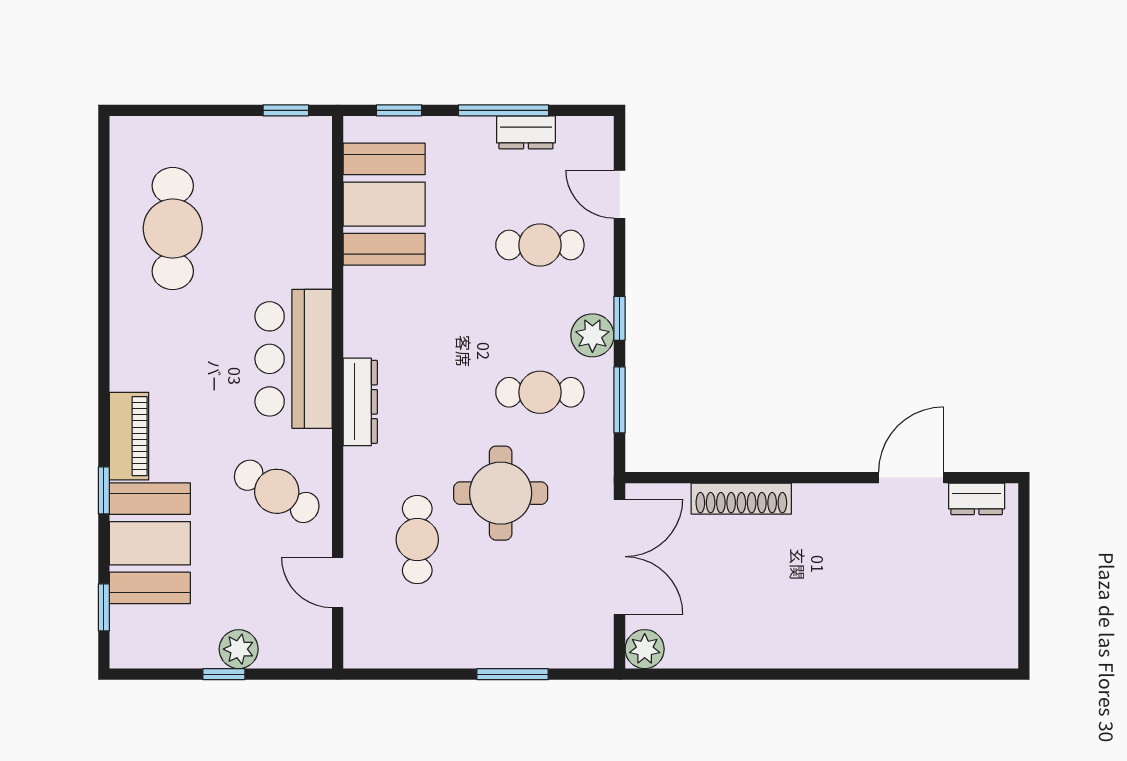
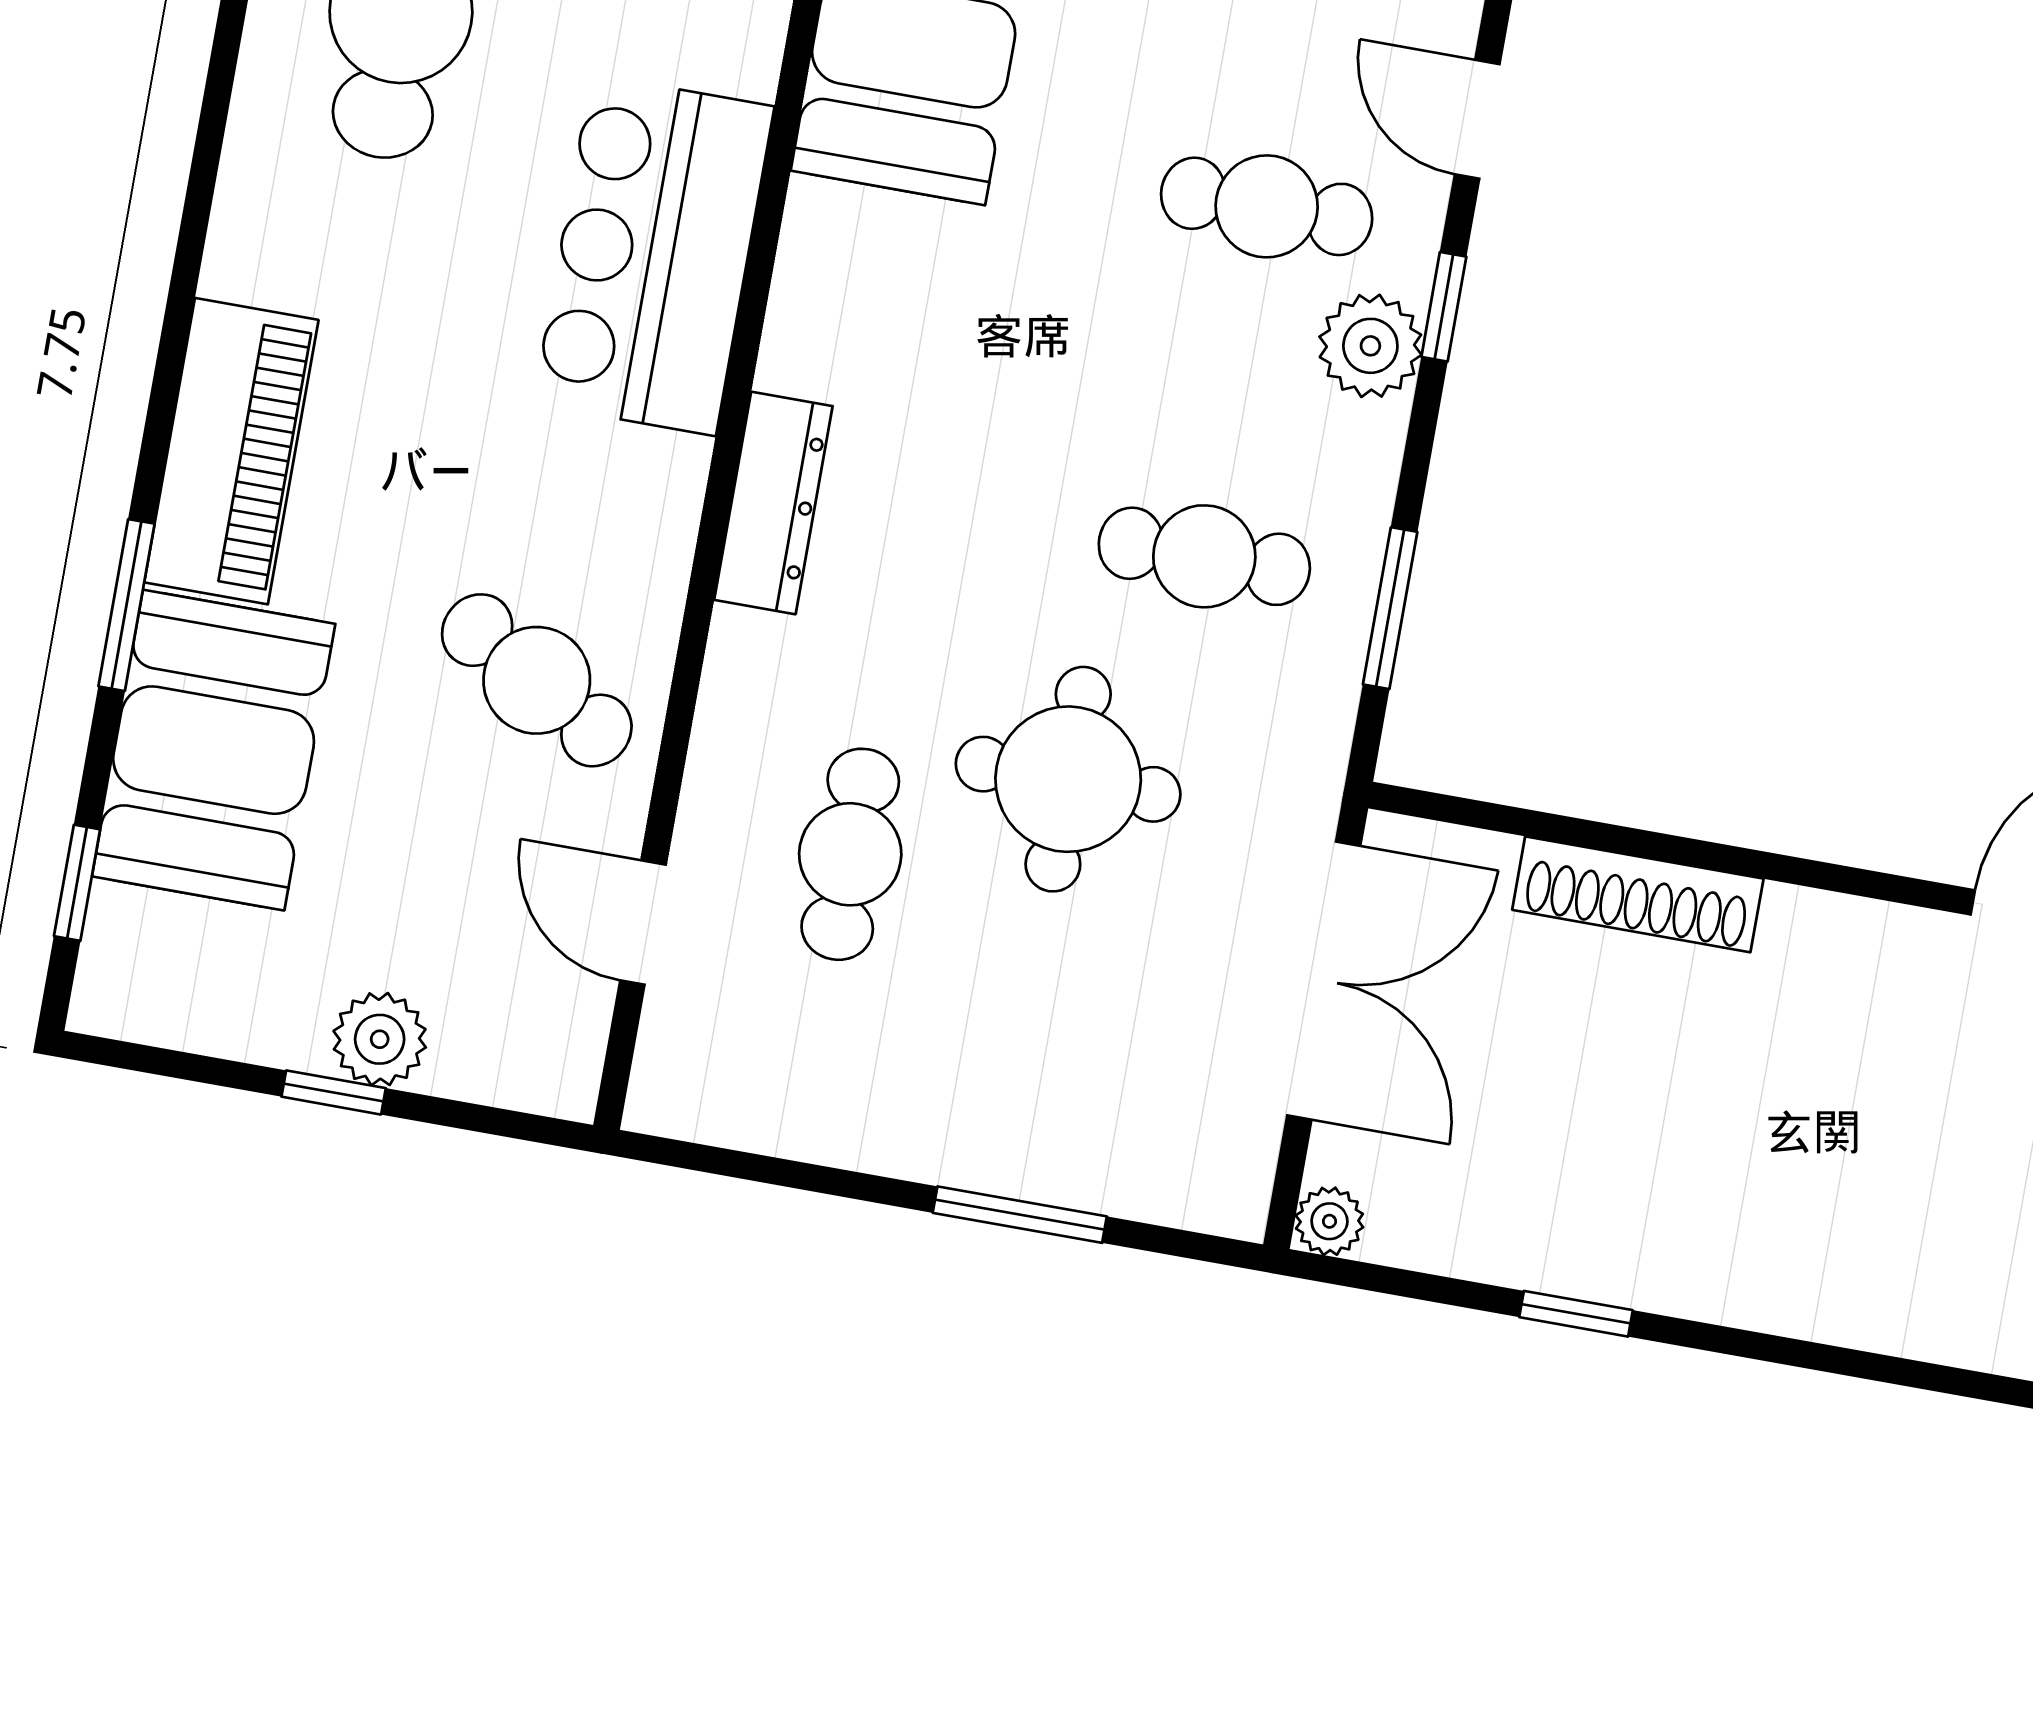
window: (620, 318) -> (1444, 307), moved
plant: (592, 335) -> (1370, 346), moved
bar counter: (294, 359) -> (654, 255), moved
piano: (129, 436) -> (231, 451), width x1.37, depth x1.33
window: (104, 490) -> (127, 605), width x1.50
plant: (645, 649) -> (1329, 1221), width x0.73, depth x0.73
window: (747, 674) -> (1576, 1314), added

